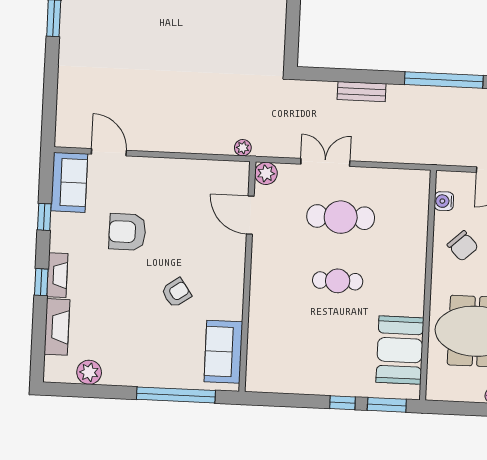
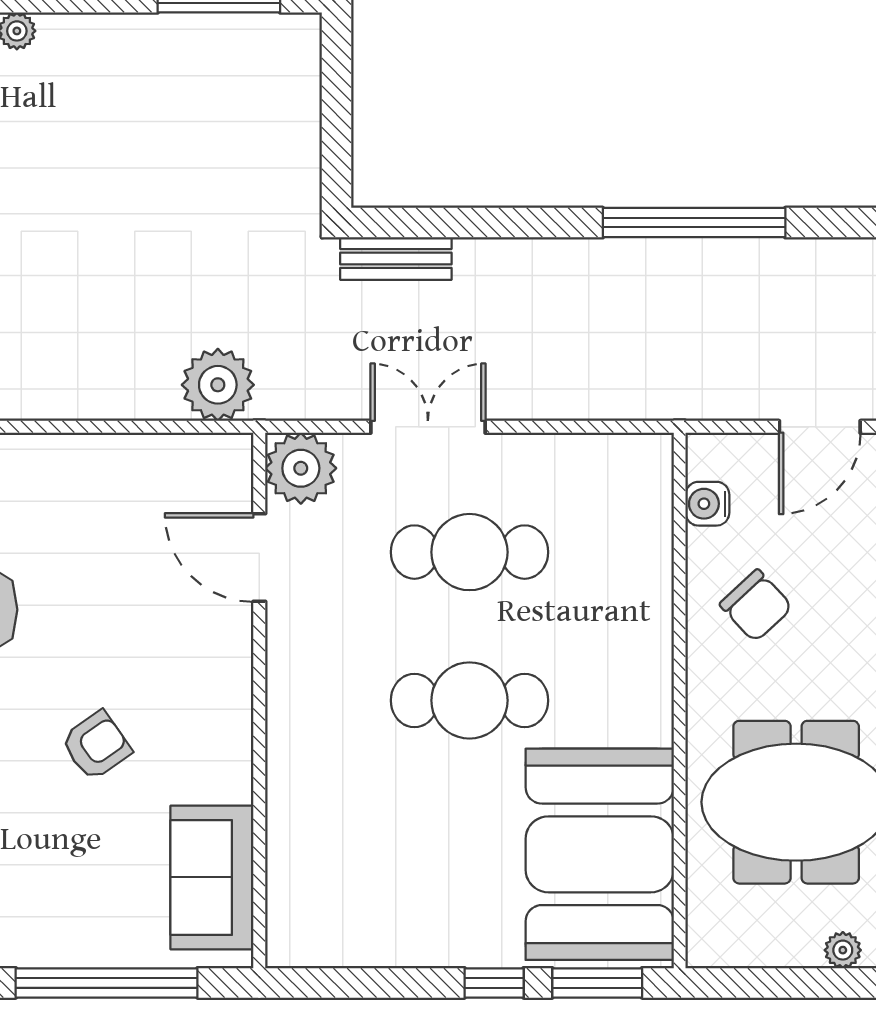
bench: (362, 92) -> (396, 258), moved
plant: (243, 148) -> (218, 385), width x1.88, depth x1.88
plant: (266, 173) -> (301, 468), width x1.36, depth x1.36
cafe table: (338, 281) -> (469, 700), width x1.37, depth x1.35
booth: (400, 350) -> (600, 854), width x1.36, depth x1.42

